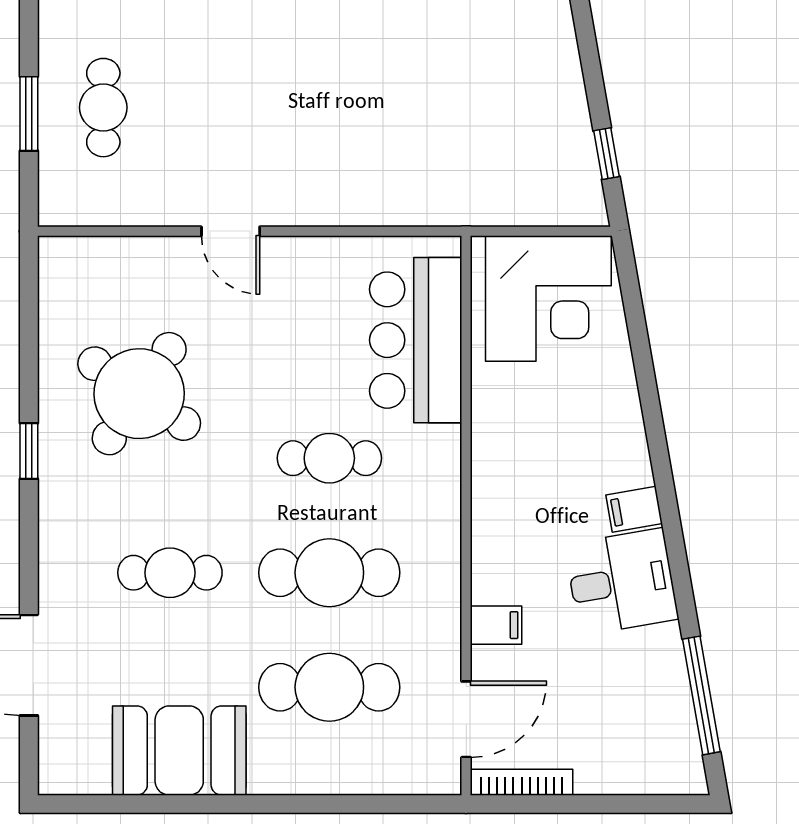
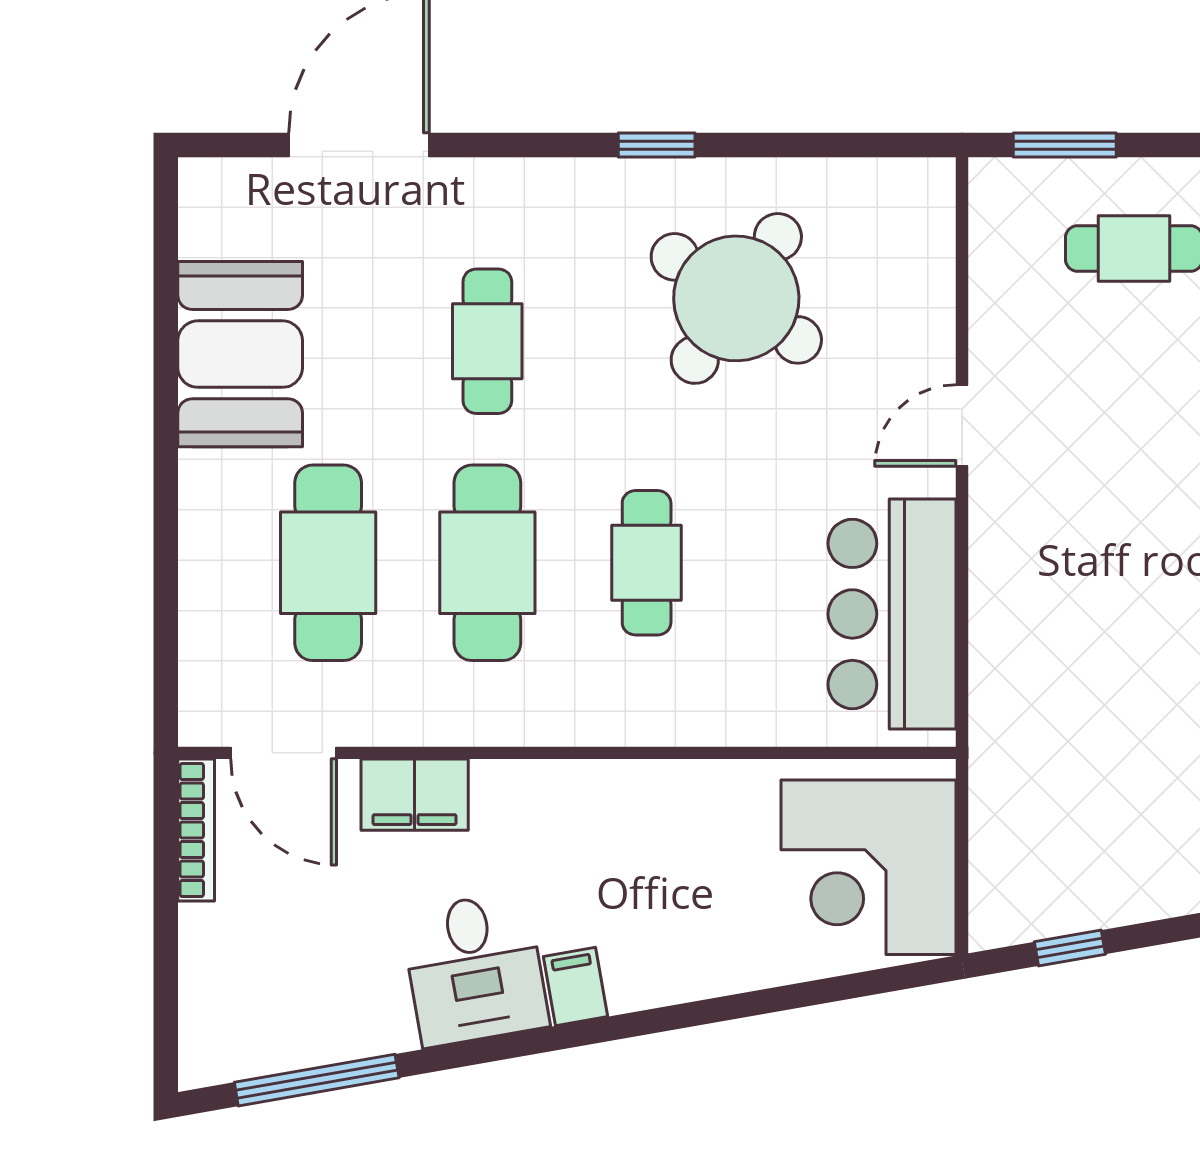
window: (29, 114) -> (1065, 145), moved
bar counter: (416, 340) -> (892, 614), moved, turned -90
filing cabinet: (496, 625) -> (415, 795), width x2.00

